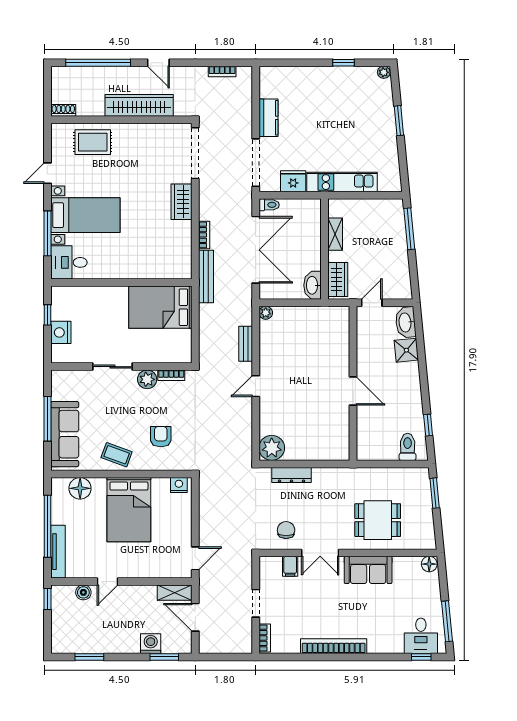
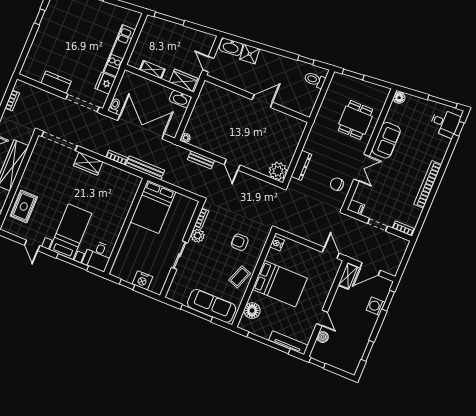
filing cabinet: (290, 566) -> (356, 207), moved

